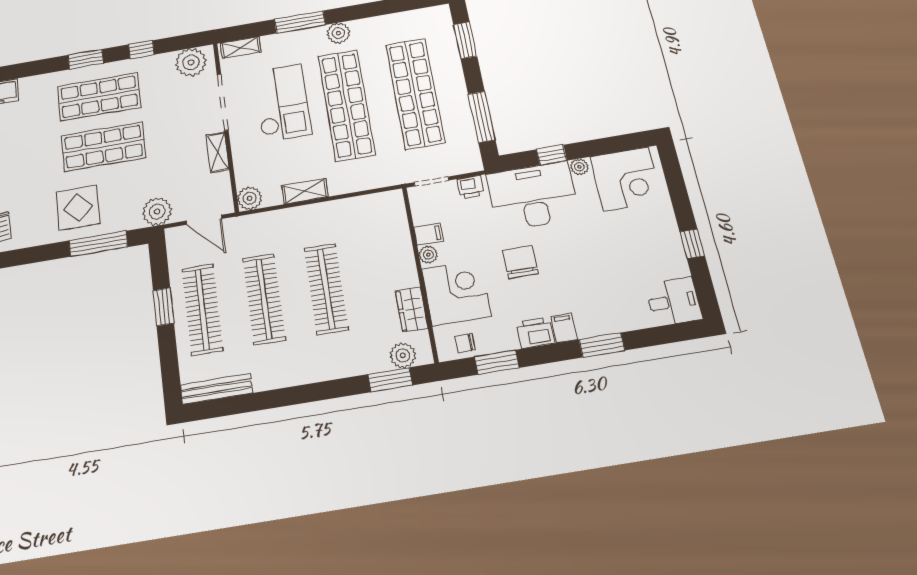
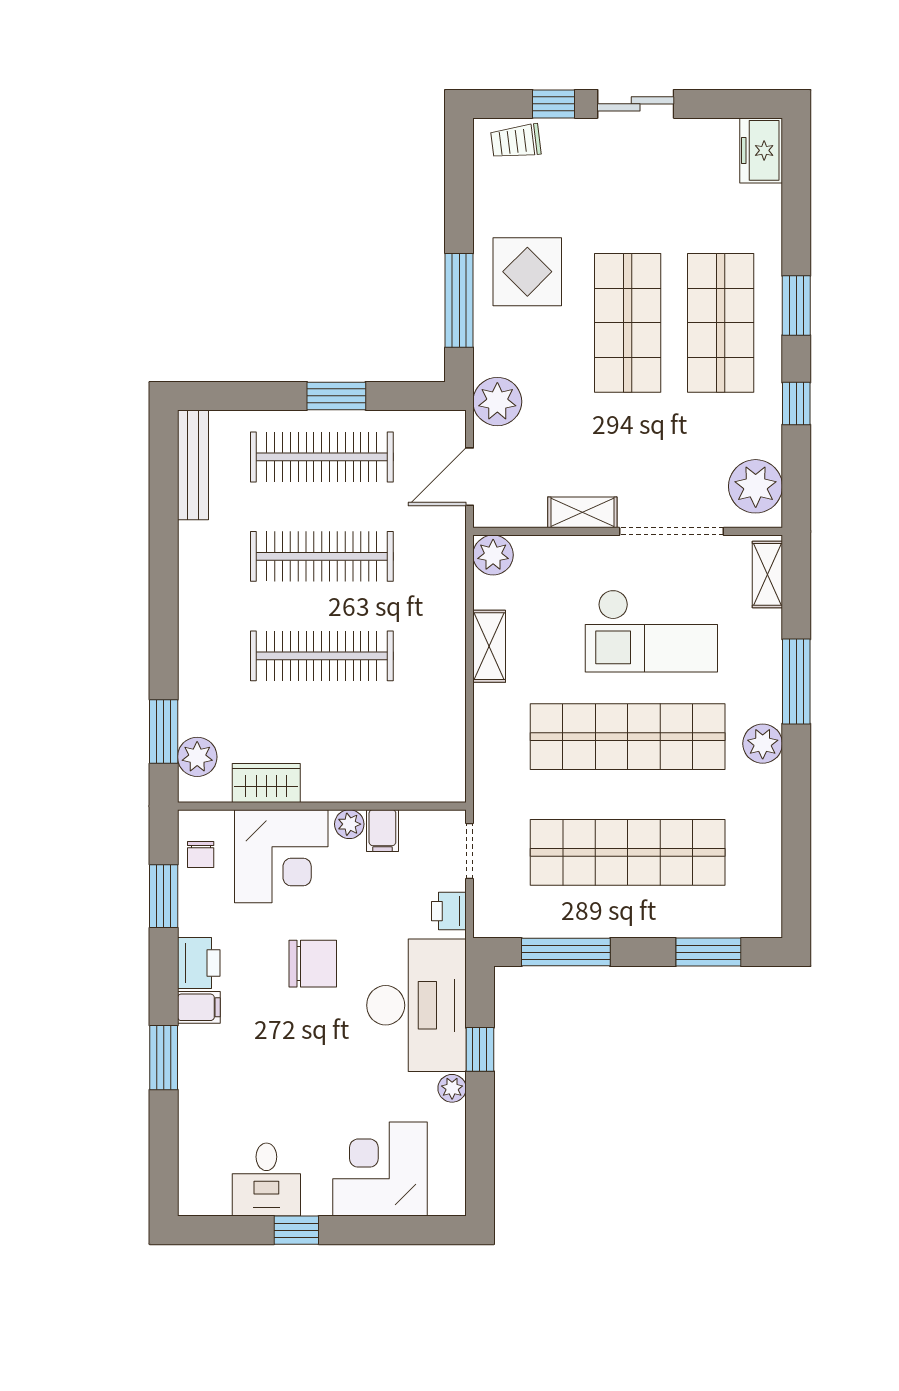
corner desk: (626, 179) -> (380, 1169), moved, turned 90
desk: (674, 301) -> (266, 1180), moved
chair: (465, 343) -> (201, 855), turned 180

